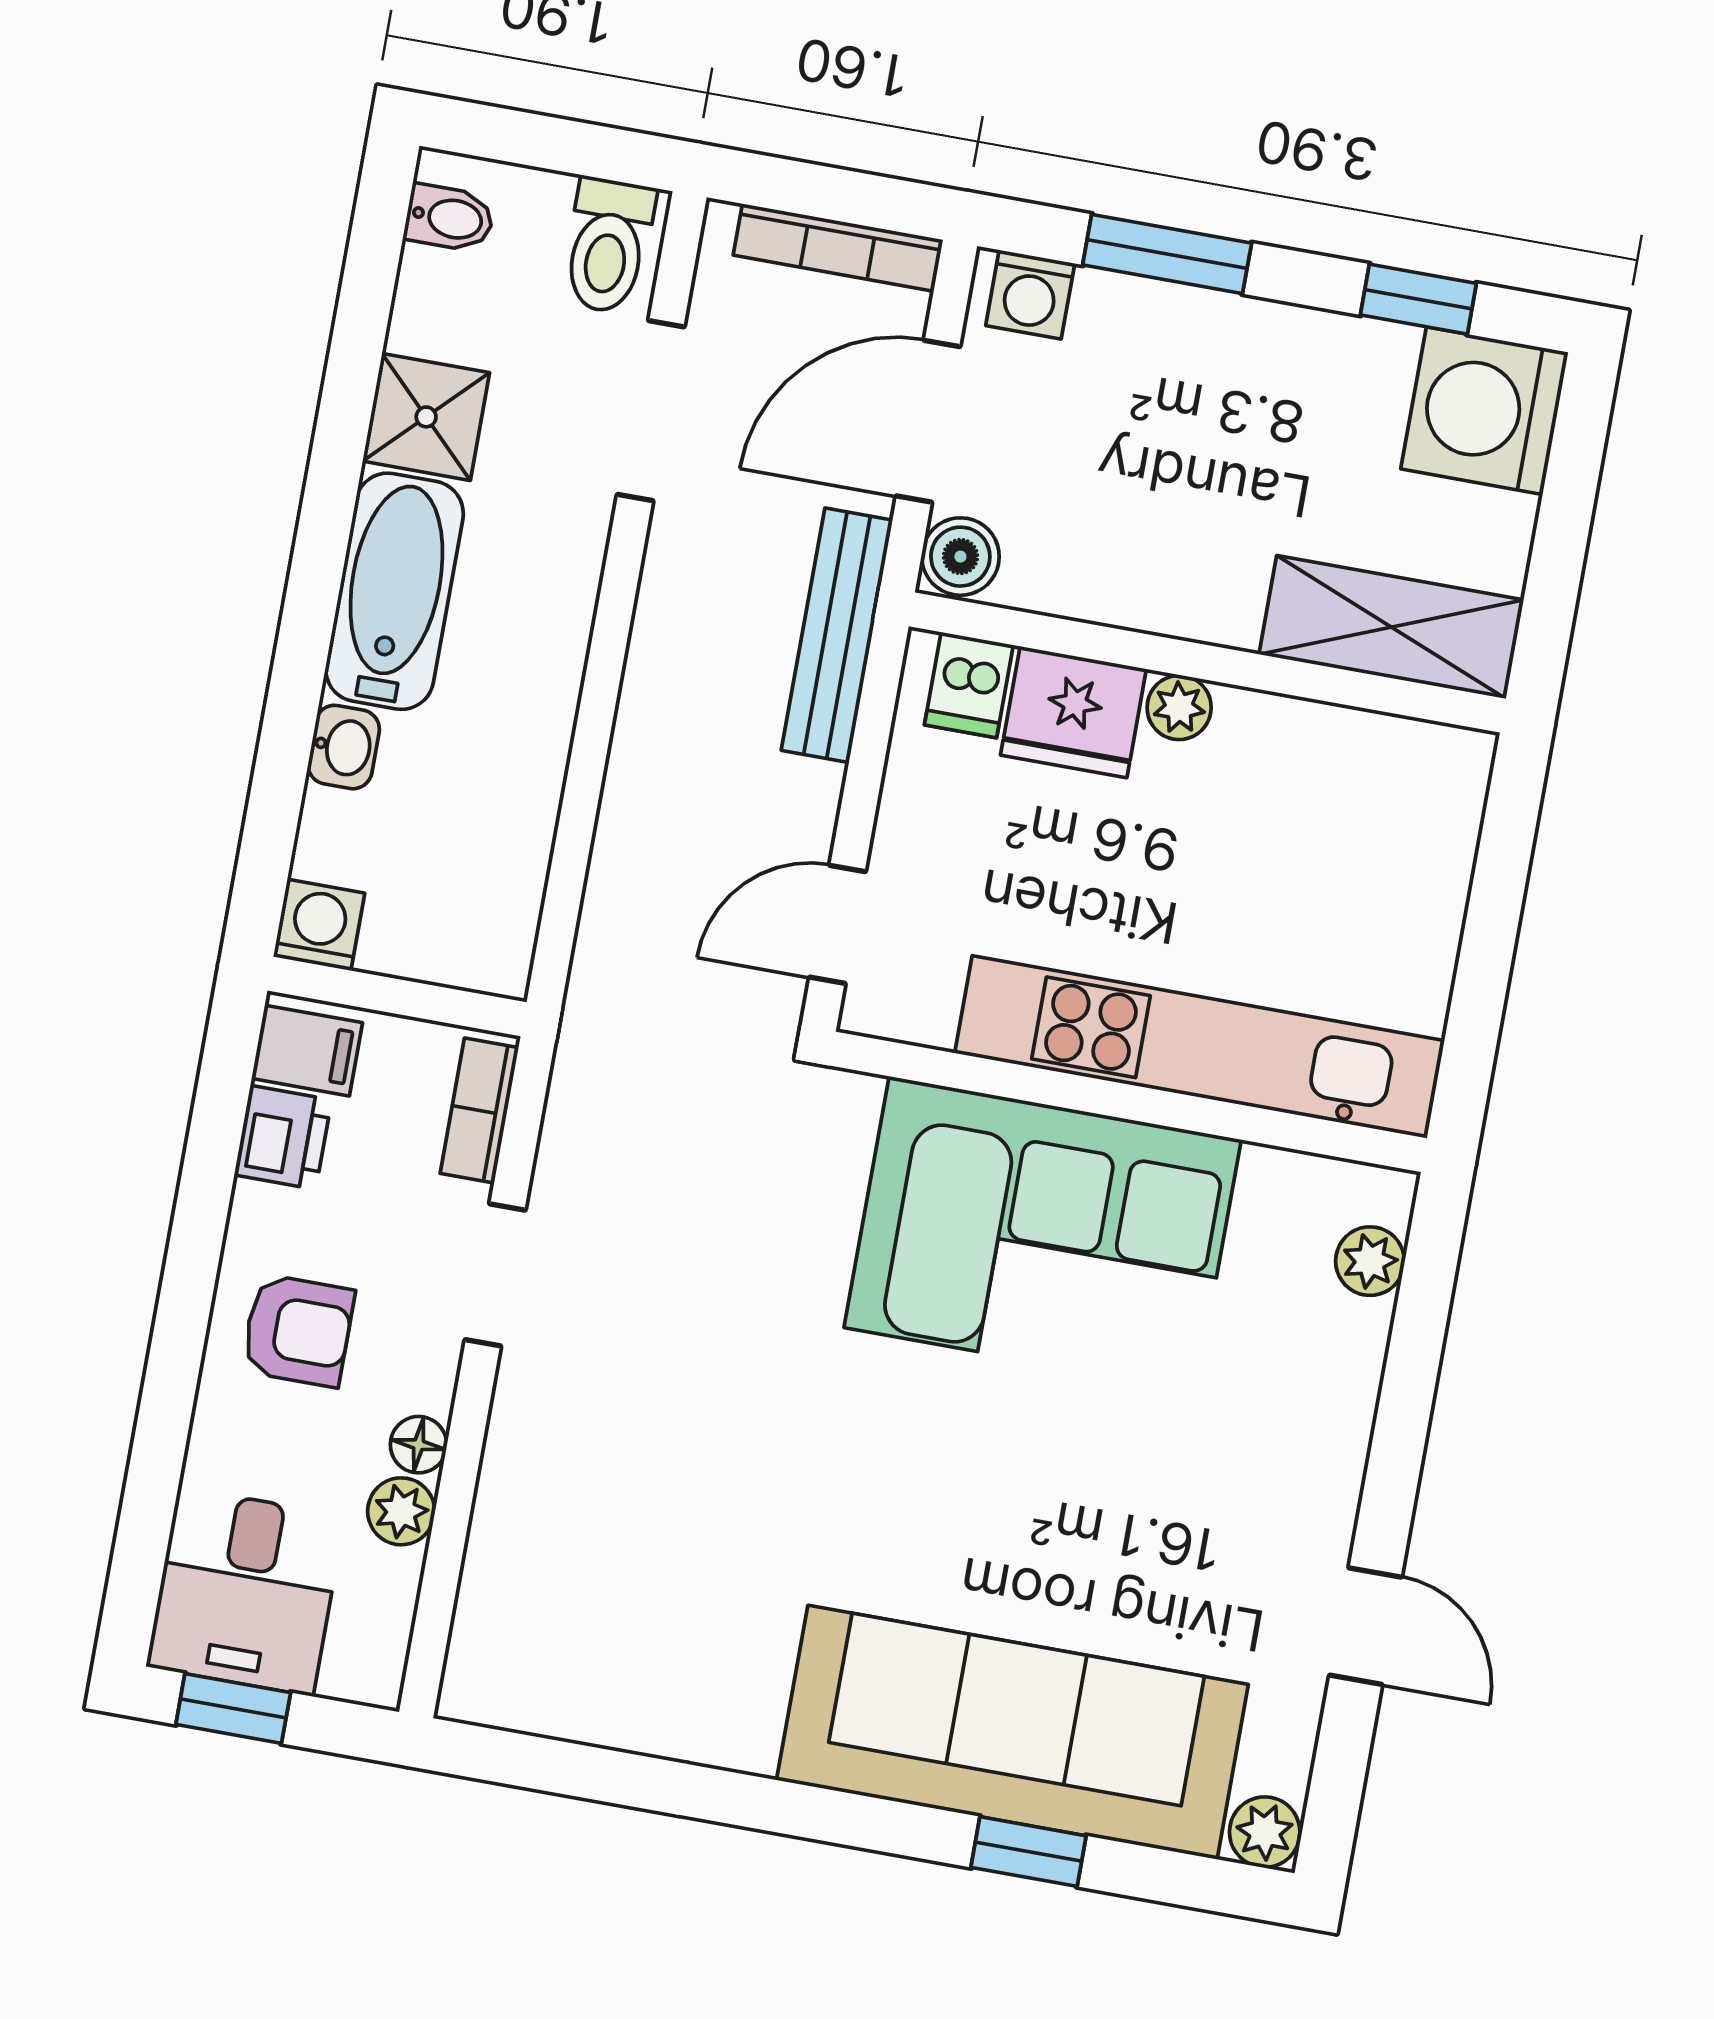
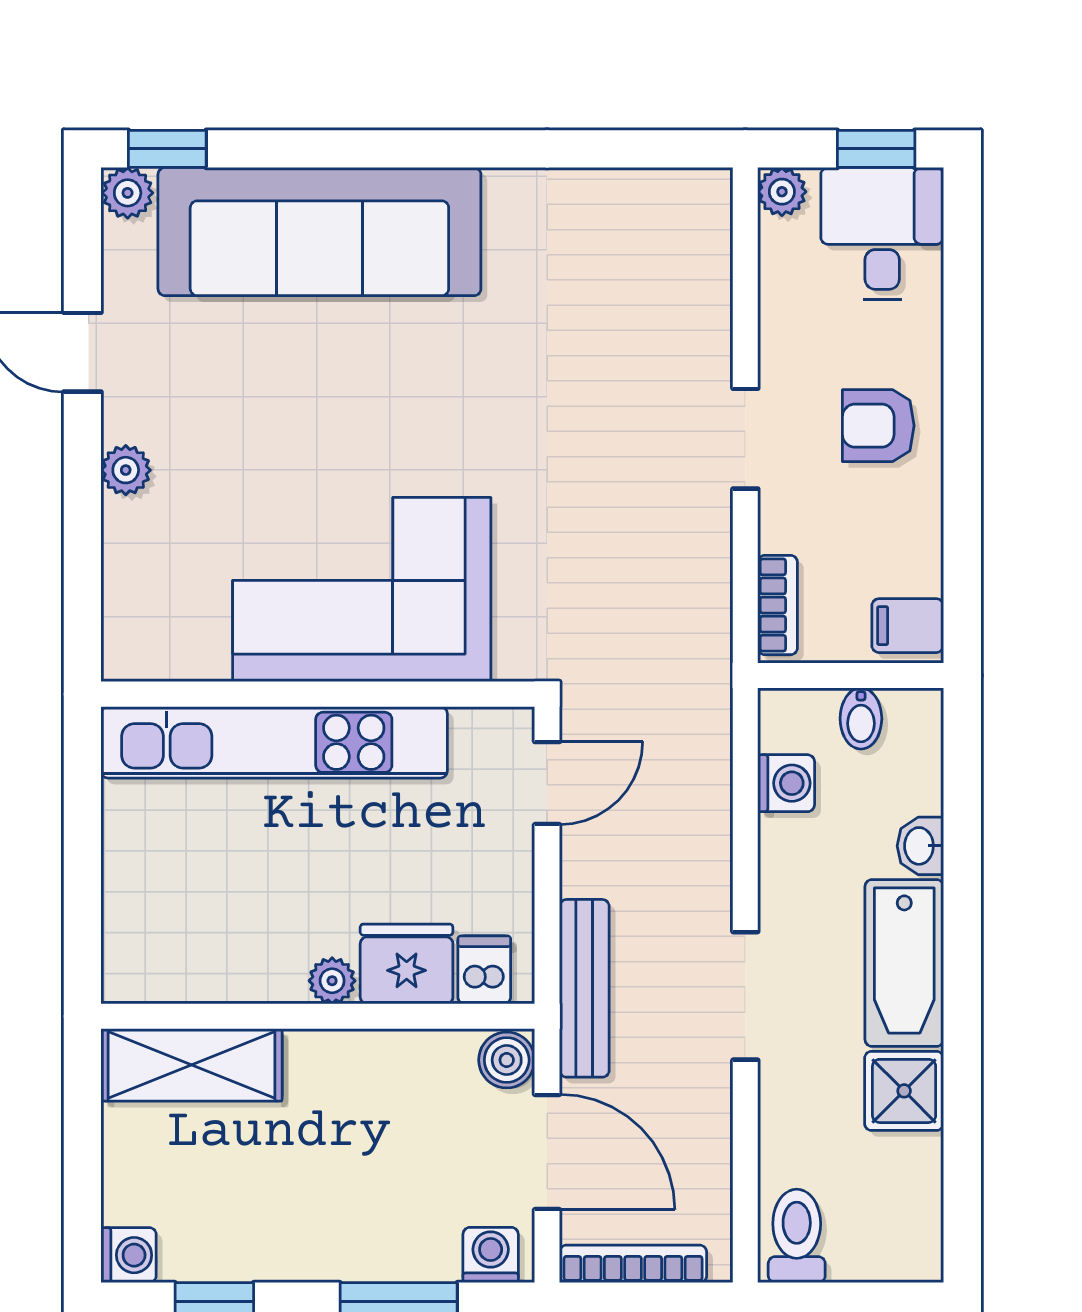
bidet: (449, 218) -> (861, 719), moved, turned -90
doorway: (651, 411) -> (745, 996), moved
washing machine: (1485, 411) -> (129, 1255), width x0.53, depth x0.53
door: (928, 421) -> (547, 1152), hinge flipped
washing machine: (319, 925) -> (786, 783), moved, turned -90
printer: (283, 1137) -> (914, 561), removed
plant: (1370, 1261) -> (126, 470), moved
doorway: (495, 1275) -> (745, 439), moved
floor lamp: (419, 1445) -> (778, 360), removed
plant: (401, 1511) -> (782, 192), moved
window: (1028, 1852) -> (167, 149), moved

